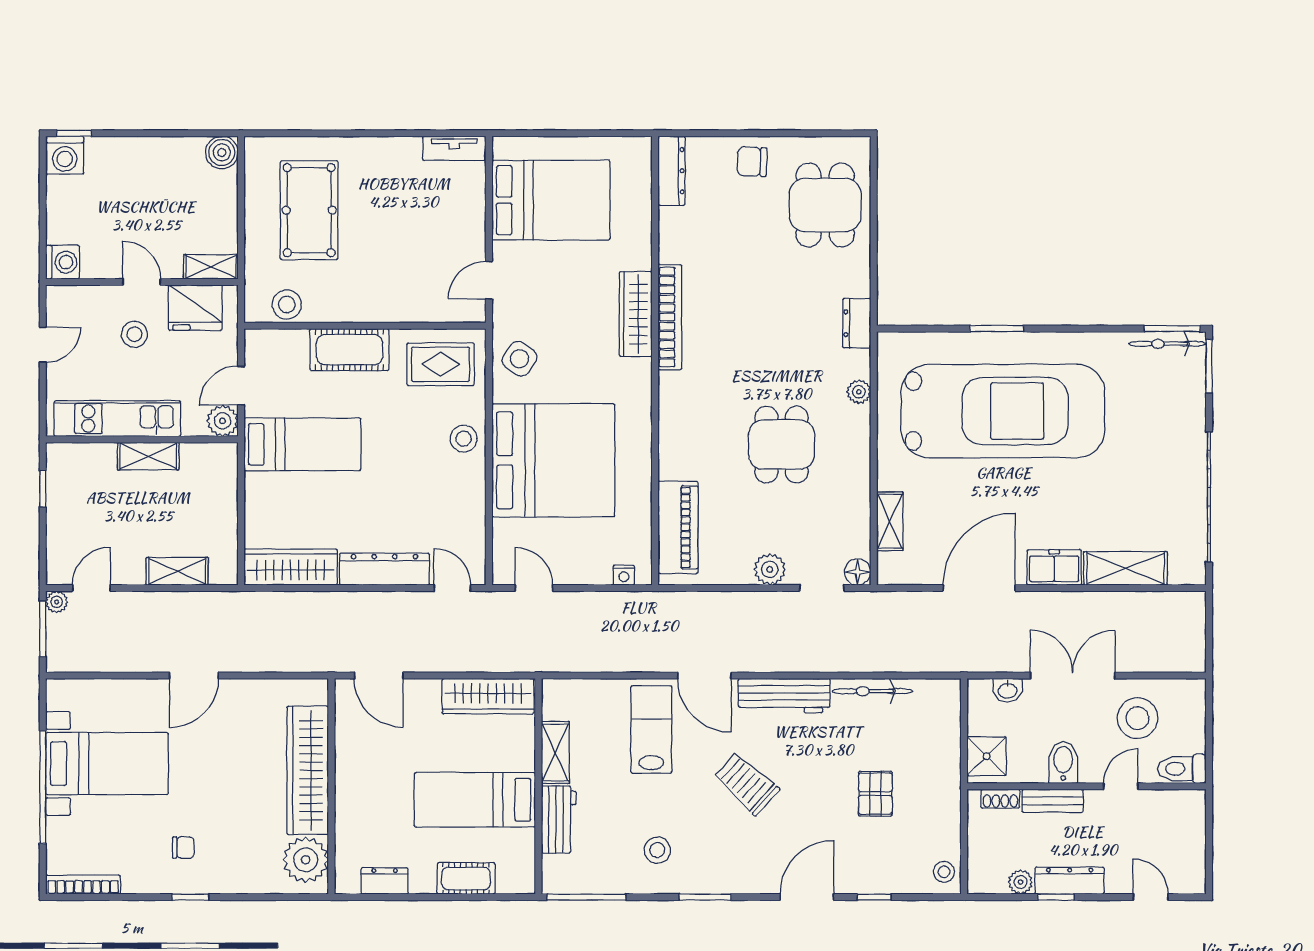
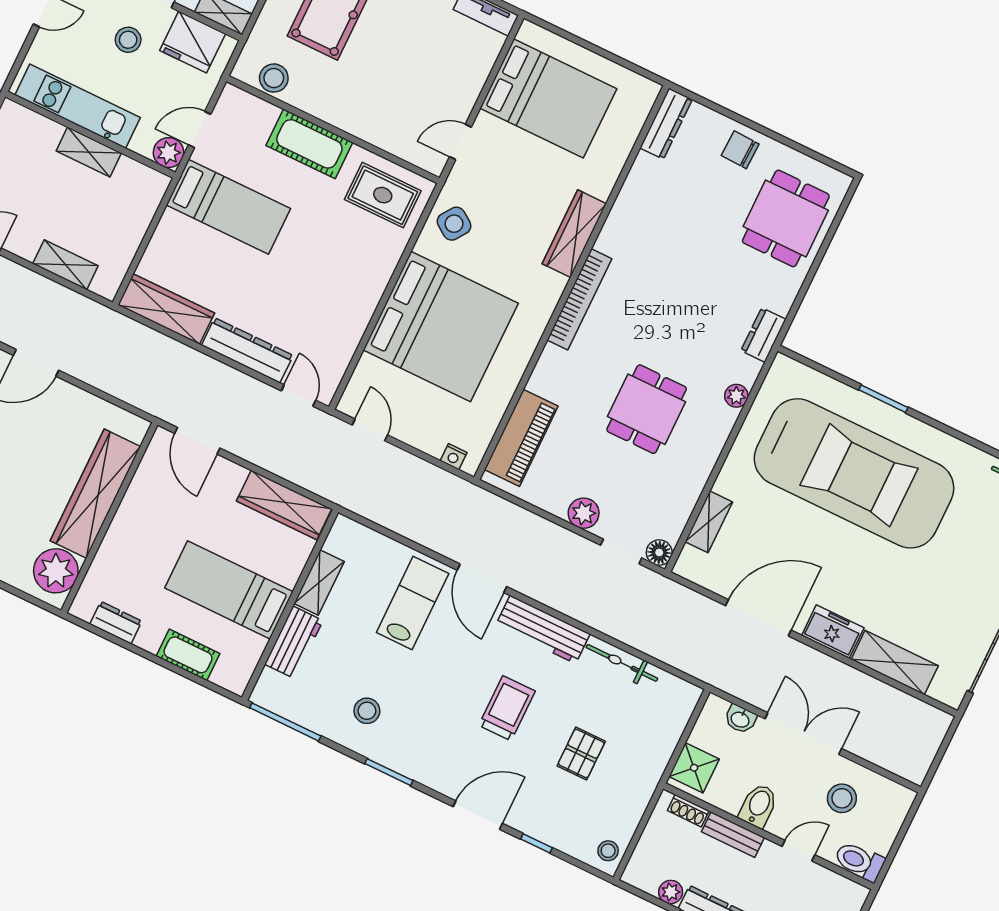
bookcase: (670, 317) -> (579, 299), moved
stool: (464, 439) -> (371, 270), removed
stool: (1137, 718) -> (842, 798), width x0.73, depth x0.73
trolley: (746, 784) -> (507, 708), moved, turned 48

